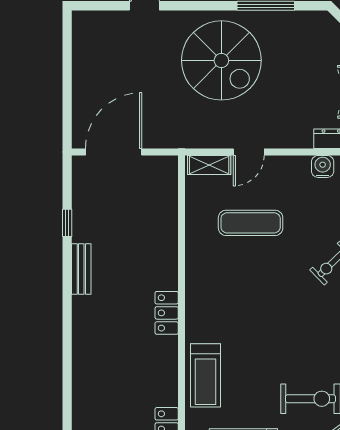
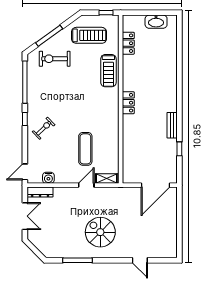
spiral stairs: (221, 60) -> (100, 232), width x0.73, depth x0.73
exercise mat: (251, 223) -> (85, 149), turned 90
treadmill: (205, 375) -> (108, 71), turned 180

